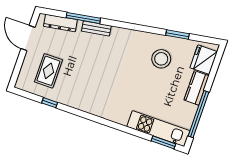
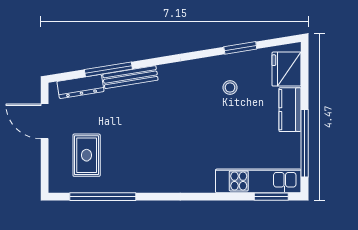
bench: (96, 28) -> (130, 77), width x1.36
stool: (161, 59) -> (230, 87), width x0.53, depth x0.53
window: (50, 103) -> (103, 197), width x3.17

